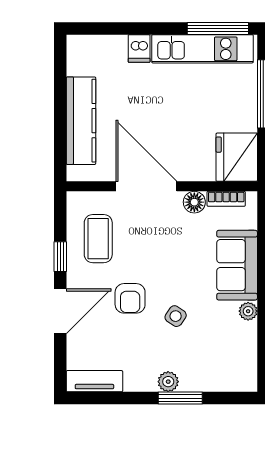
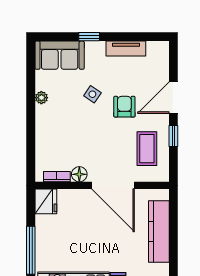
fridge: (237, 157) -> (46, 201), width x0.73, depth x0.75
sofa: (237, 265) -> (60, 55), moved, turned 90
tv unit: (94, 381) -> (126, 48), moved
plant: (168, 382) -> (98, 48), removed
window: (180, 398) -> (89, 37), width x0.67

